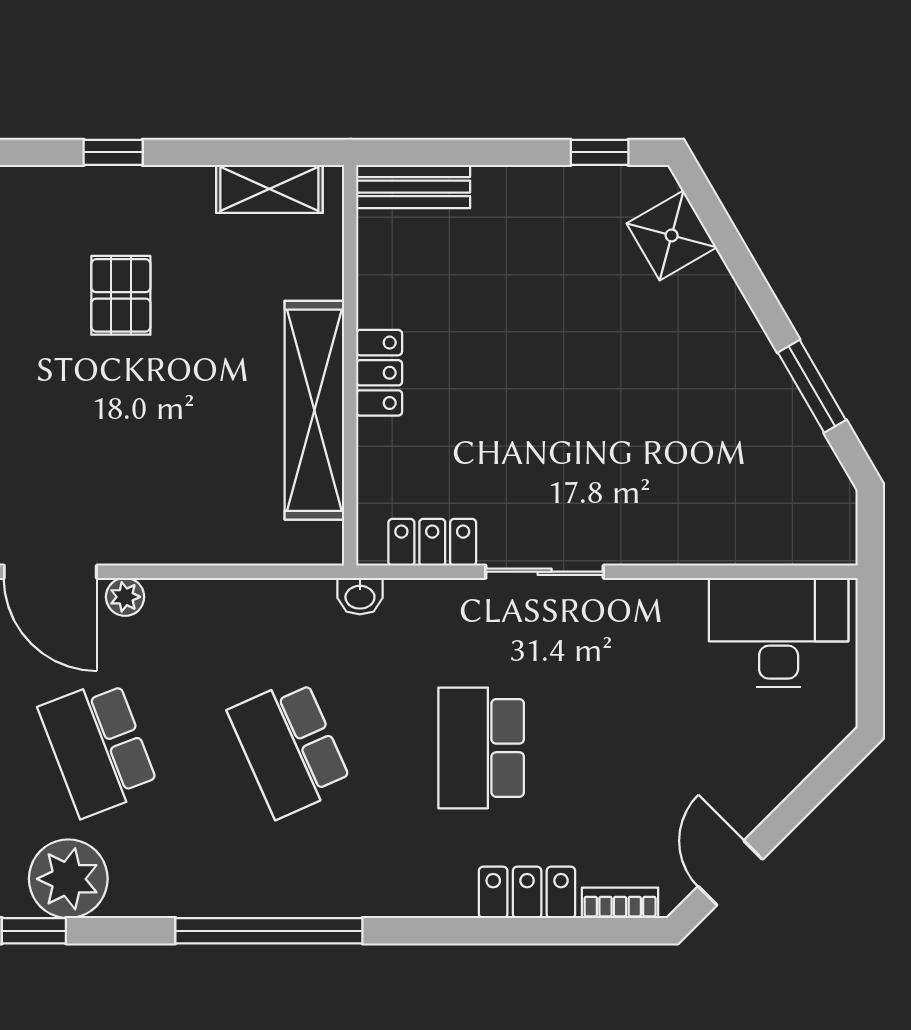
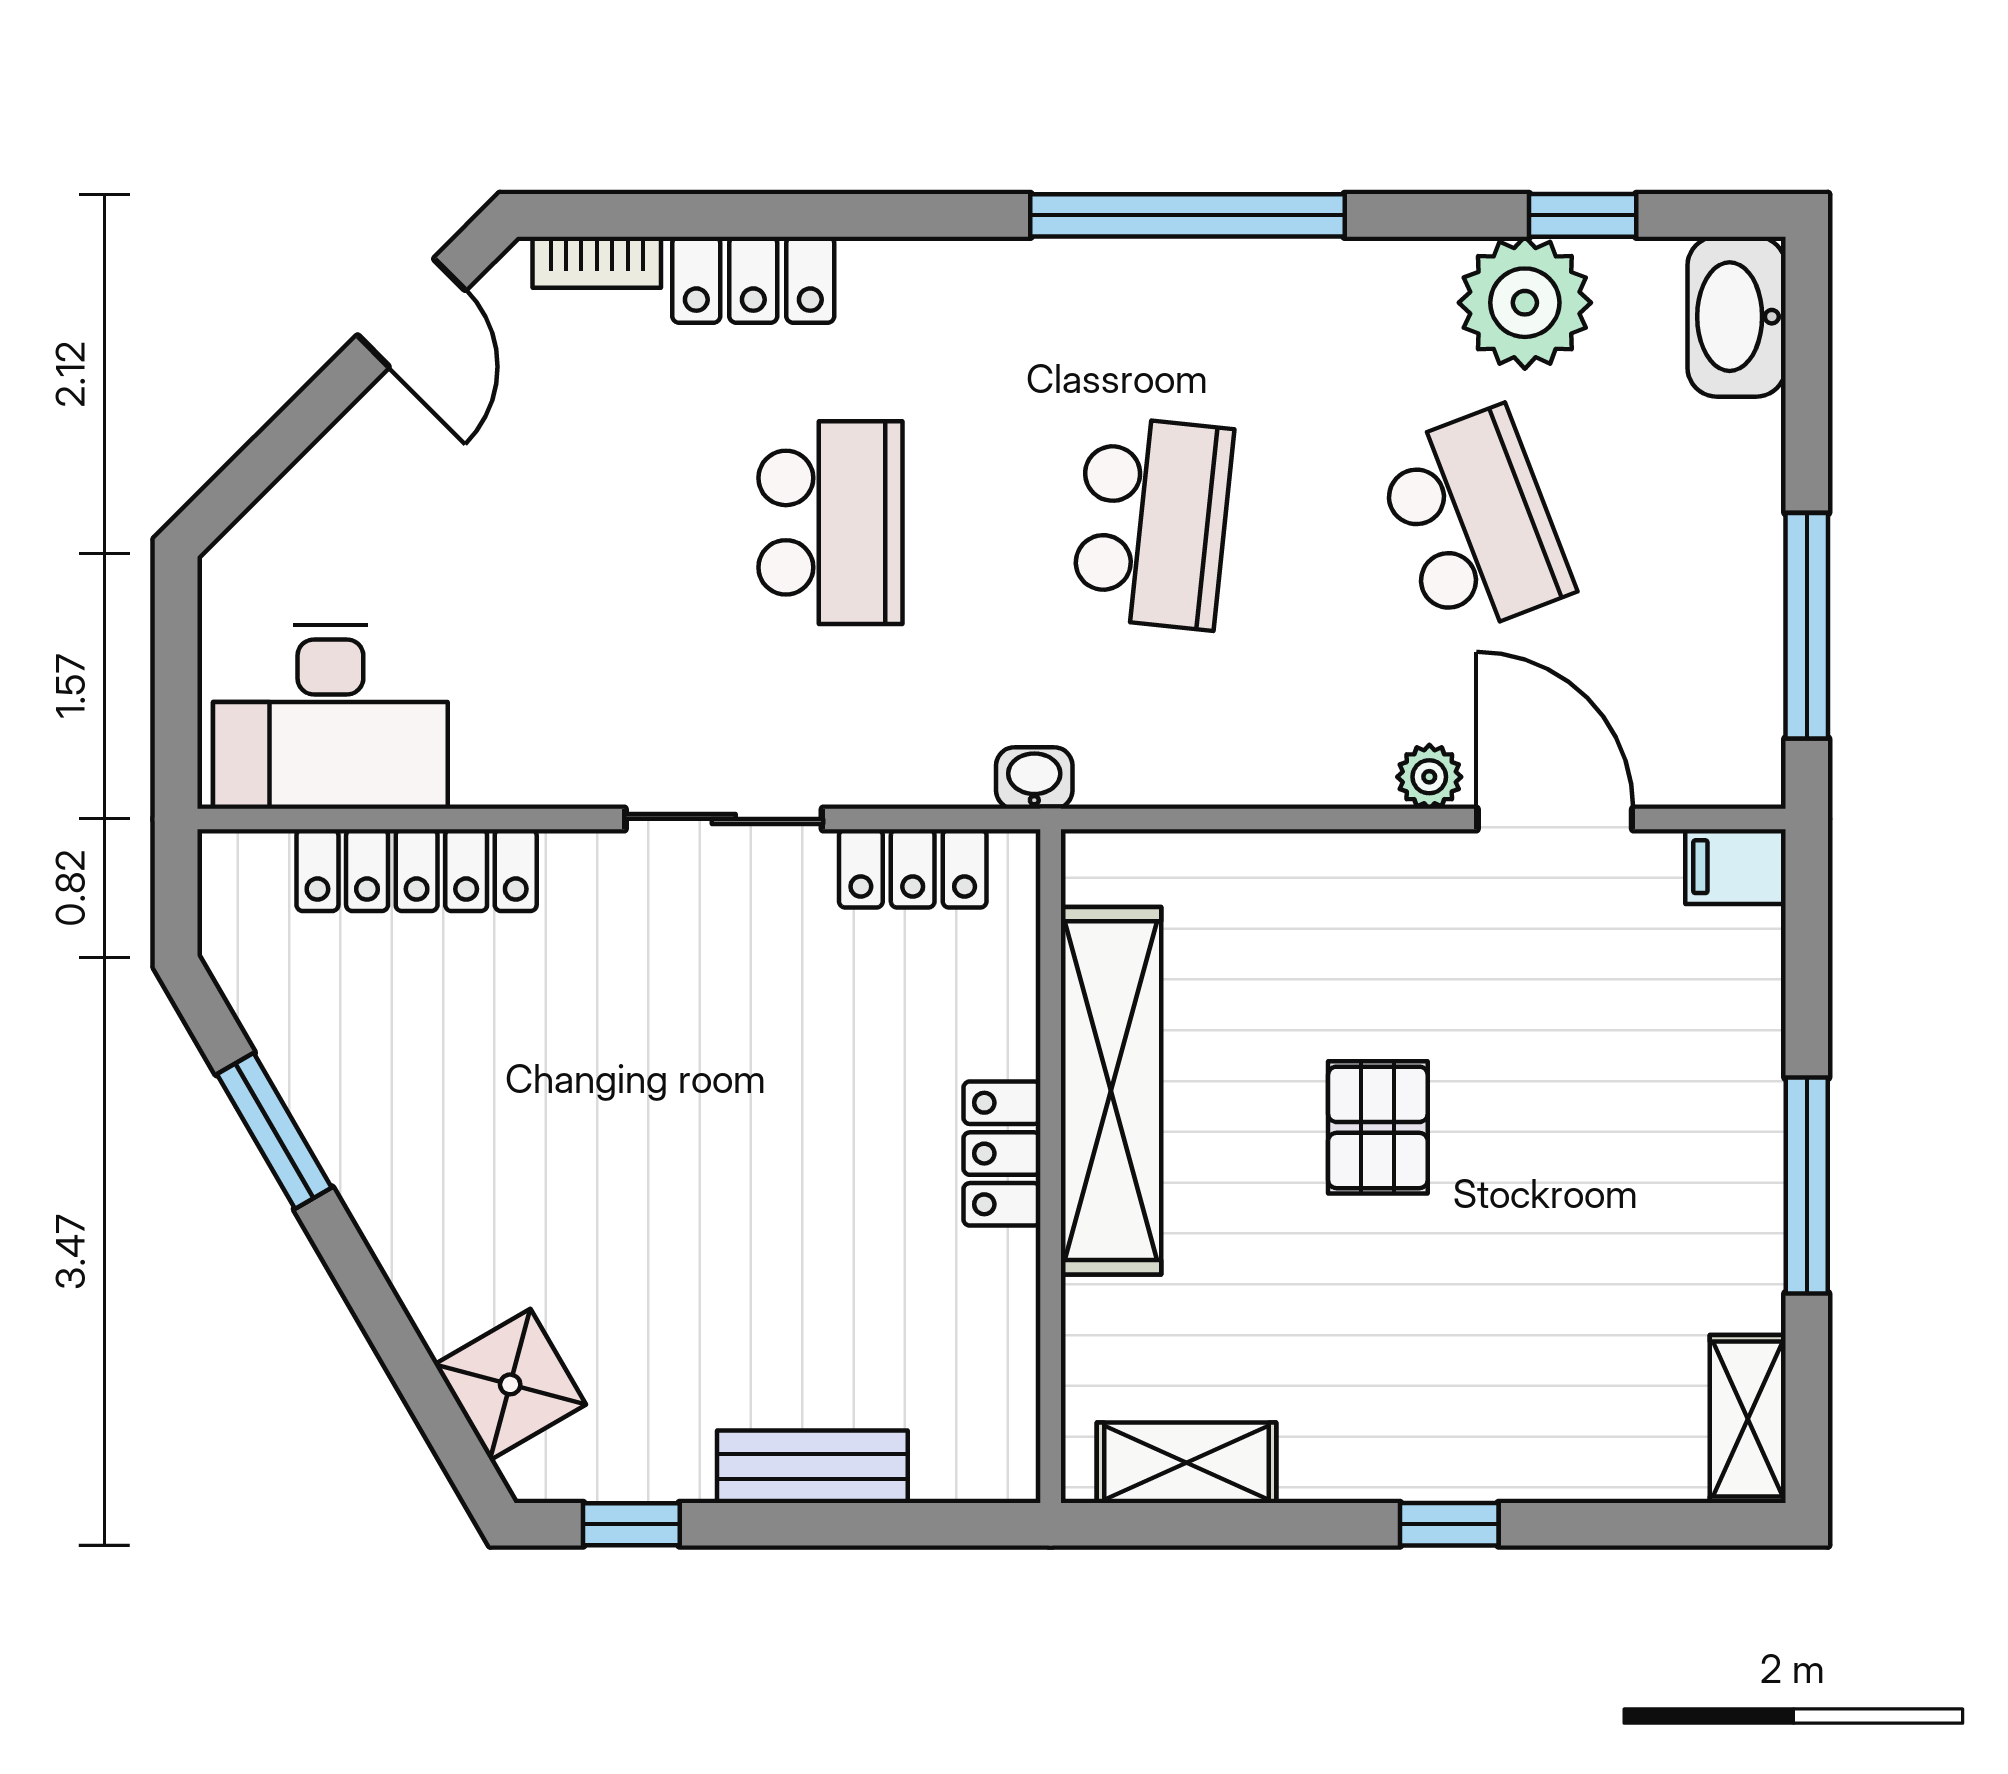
bench: (414, 187) -> (812, 1467), moved
pallet: (121, 295) -> (1378, 1127), moved
locker: (727, 541) -> (417, 870), added
school desk: (290, 748) -> (1152, 523), turned 30

